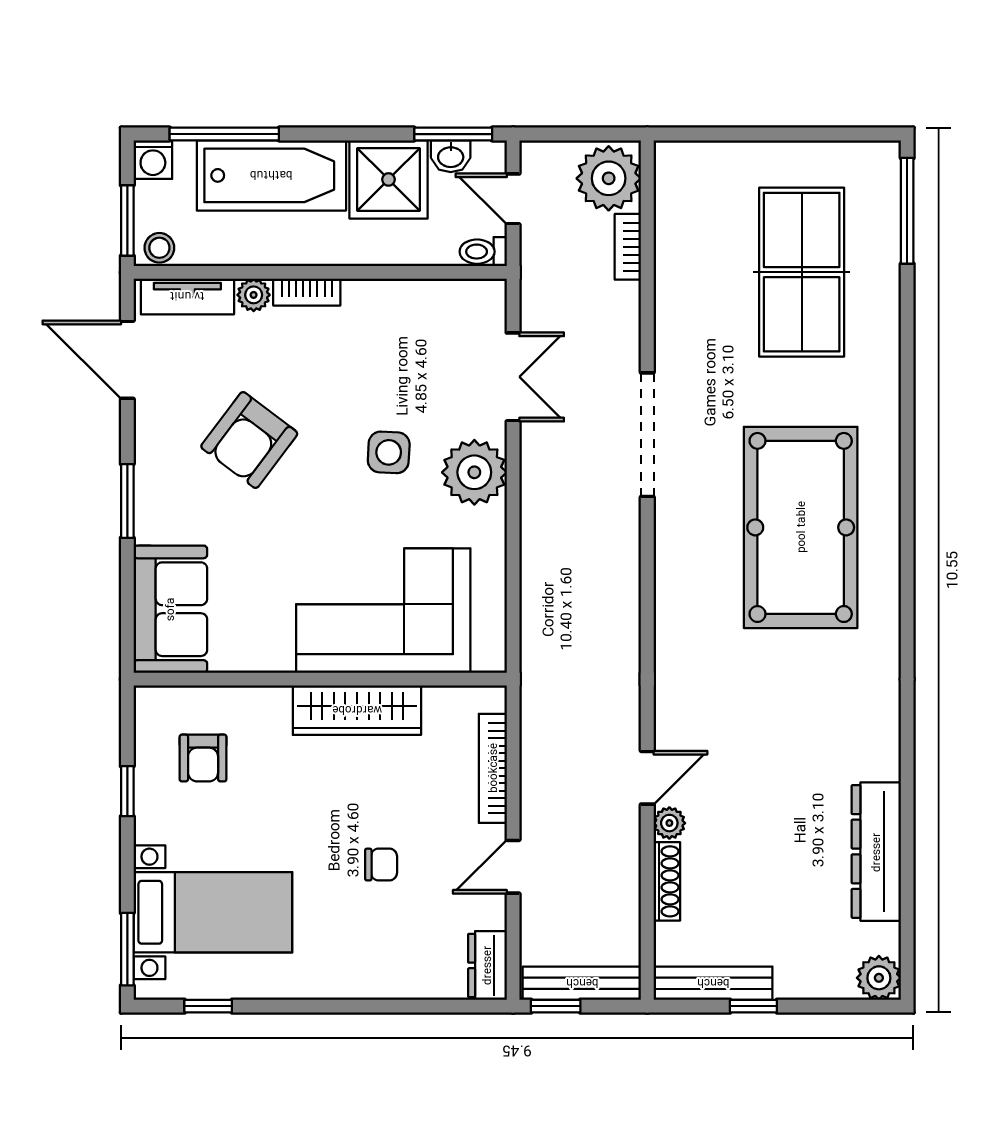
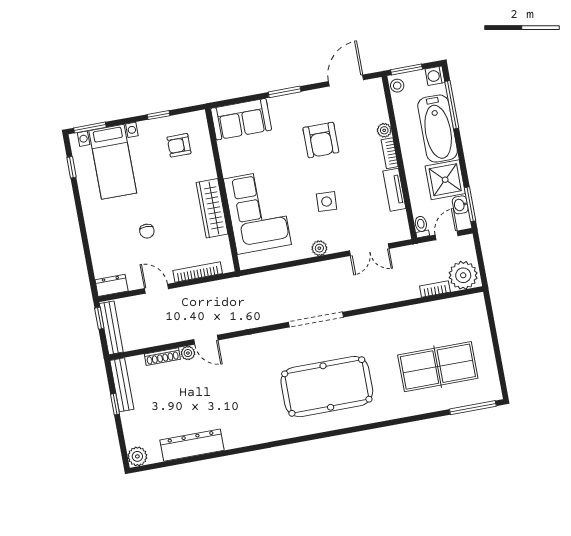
tv unit: (187, 296) -> (394, 190), moved
doorway: (647, 435) -> (316, 320), moved
armchair: (249, 440) -> (321, 140), turned -127
plant: (474, 472) -> (319, 248), width x0.53, depth x0.53

